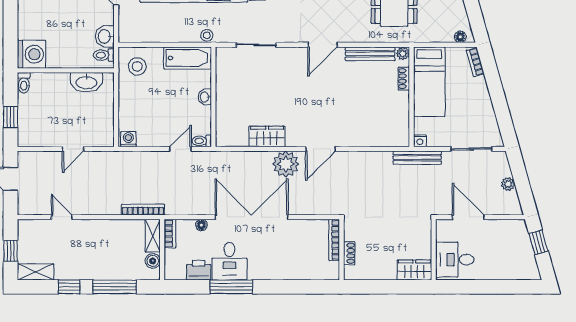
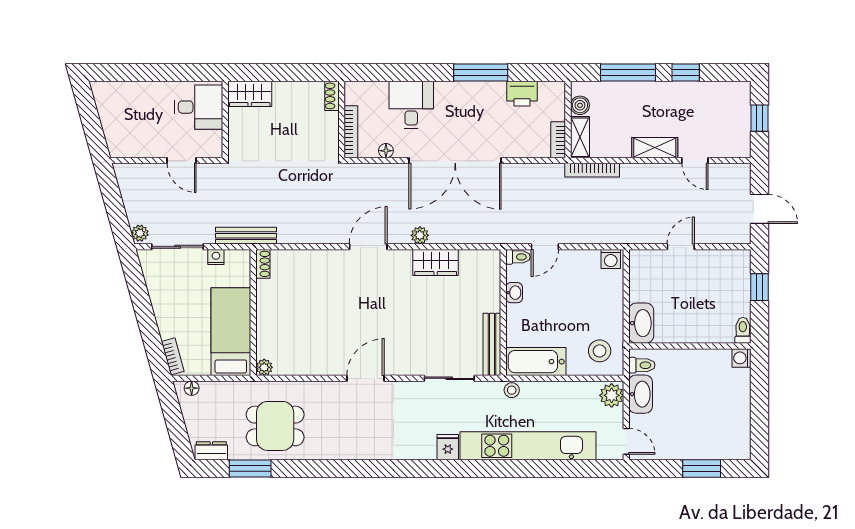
plant: (128, 31) -> (612, 395), added
washbasin: (105, 36) -> (641, 394), width x1.38
washing machine: (31, 54) -> (741, 358), width x0.53, depth x0.53
bench: (370, 54) -> (492, 344), moved, turned 90
shoe rack: (404, 79) -> (263, 264), moved
washbasin: (86, 82) -> (641, 323), moved, turned 90
washbasin: (205, 97) -> (514, 293), moved
nightstand: (420, 141) -> (216, 257), moved
plant: (286, 164) -> (420, 235), width x0.53, depth x0.53
plant: (508, 184) -> (140, 233), moved
door: (468, 217) -> (182, 161), width x0.73
floor lamp: (201, 225) -> (386, 151), moved
window: (538, 242) -> (93, 129), removed
shoe rack: (349, 253) -> (332, 96), moved
desk: (229, 261) -> (411, 105), moved
shelving: (36, 272) -> (655, 148), moved

